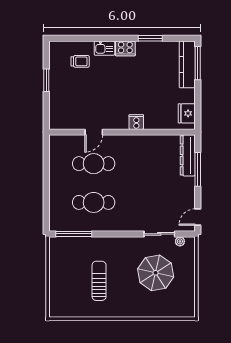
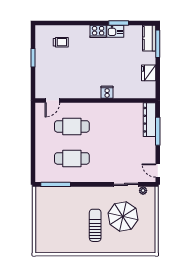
kitchen sink: (104, 48) -> (115, 31), moved
kitchen counter: (187, 64) -> (149, 38), width x0.67
fridge: (187, 113) -> (149, 73), moved
door: (94, 132) -> (52, 101), moved
door: (198, 217) -> (158, 170), hinge flipped
sun lounger: (99, 281) -> (95, 225), moved

